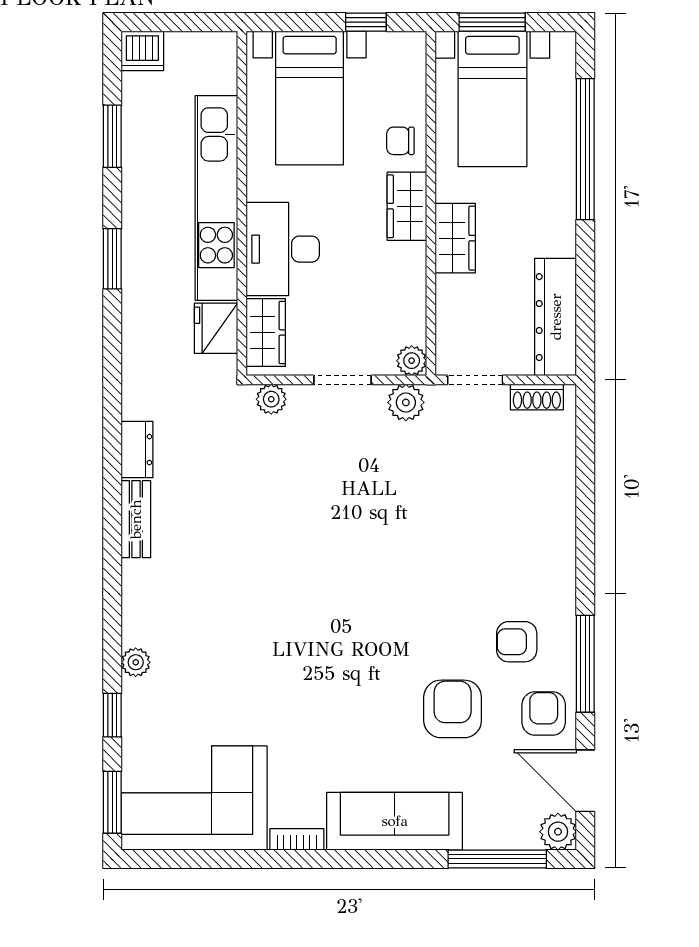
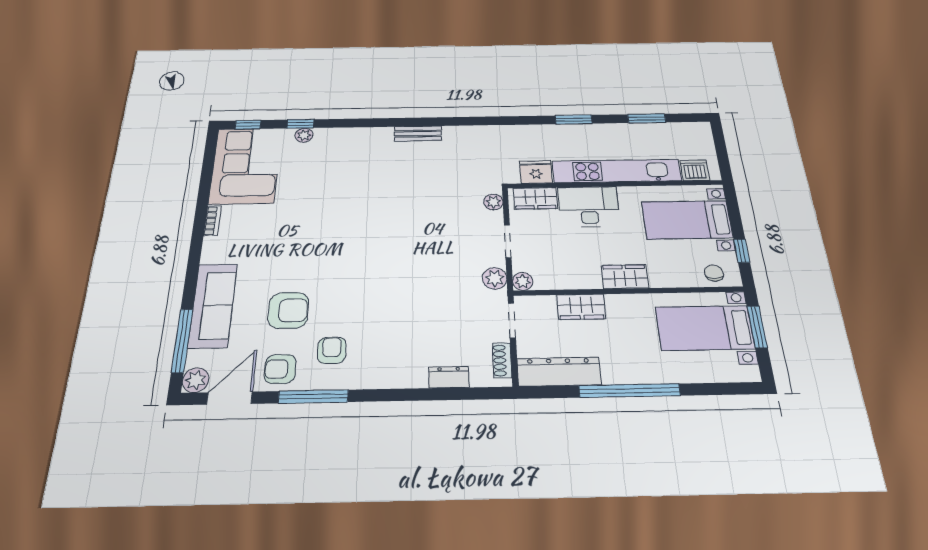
dishwasher: (142, 51) -> (695, 170), moved, turned 90
chair: (400, 141) -> (714, 273), moved
window: (585, 149) -> (629, 391), moved
wardrobe: (455, 238) -> (581, 307), moved
dresser: (137, 450) -> (449, 377), moved, turned 180
plant: (136, 662) -> (304, 135), moved
armchair: (544, 713) -> (280, 369), turned 180
window: (112, 802) -> (248, 125), width x0.67
sofa: (395, 821) -> (213, 305), moved

